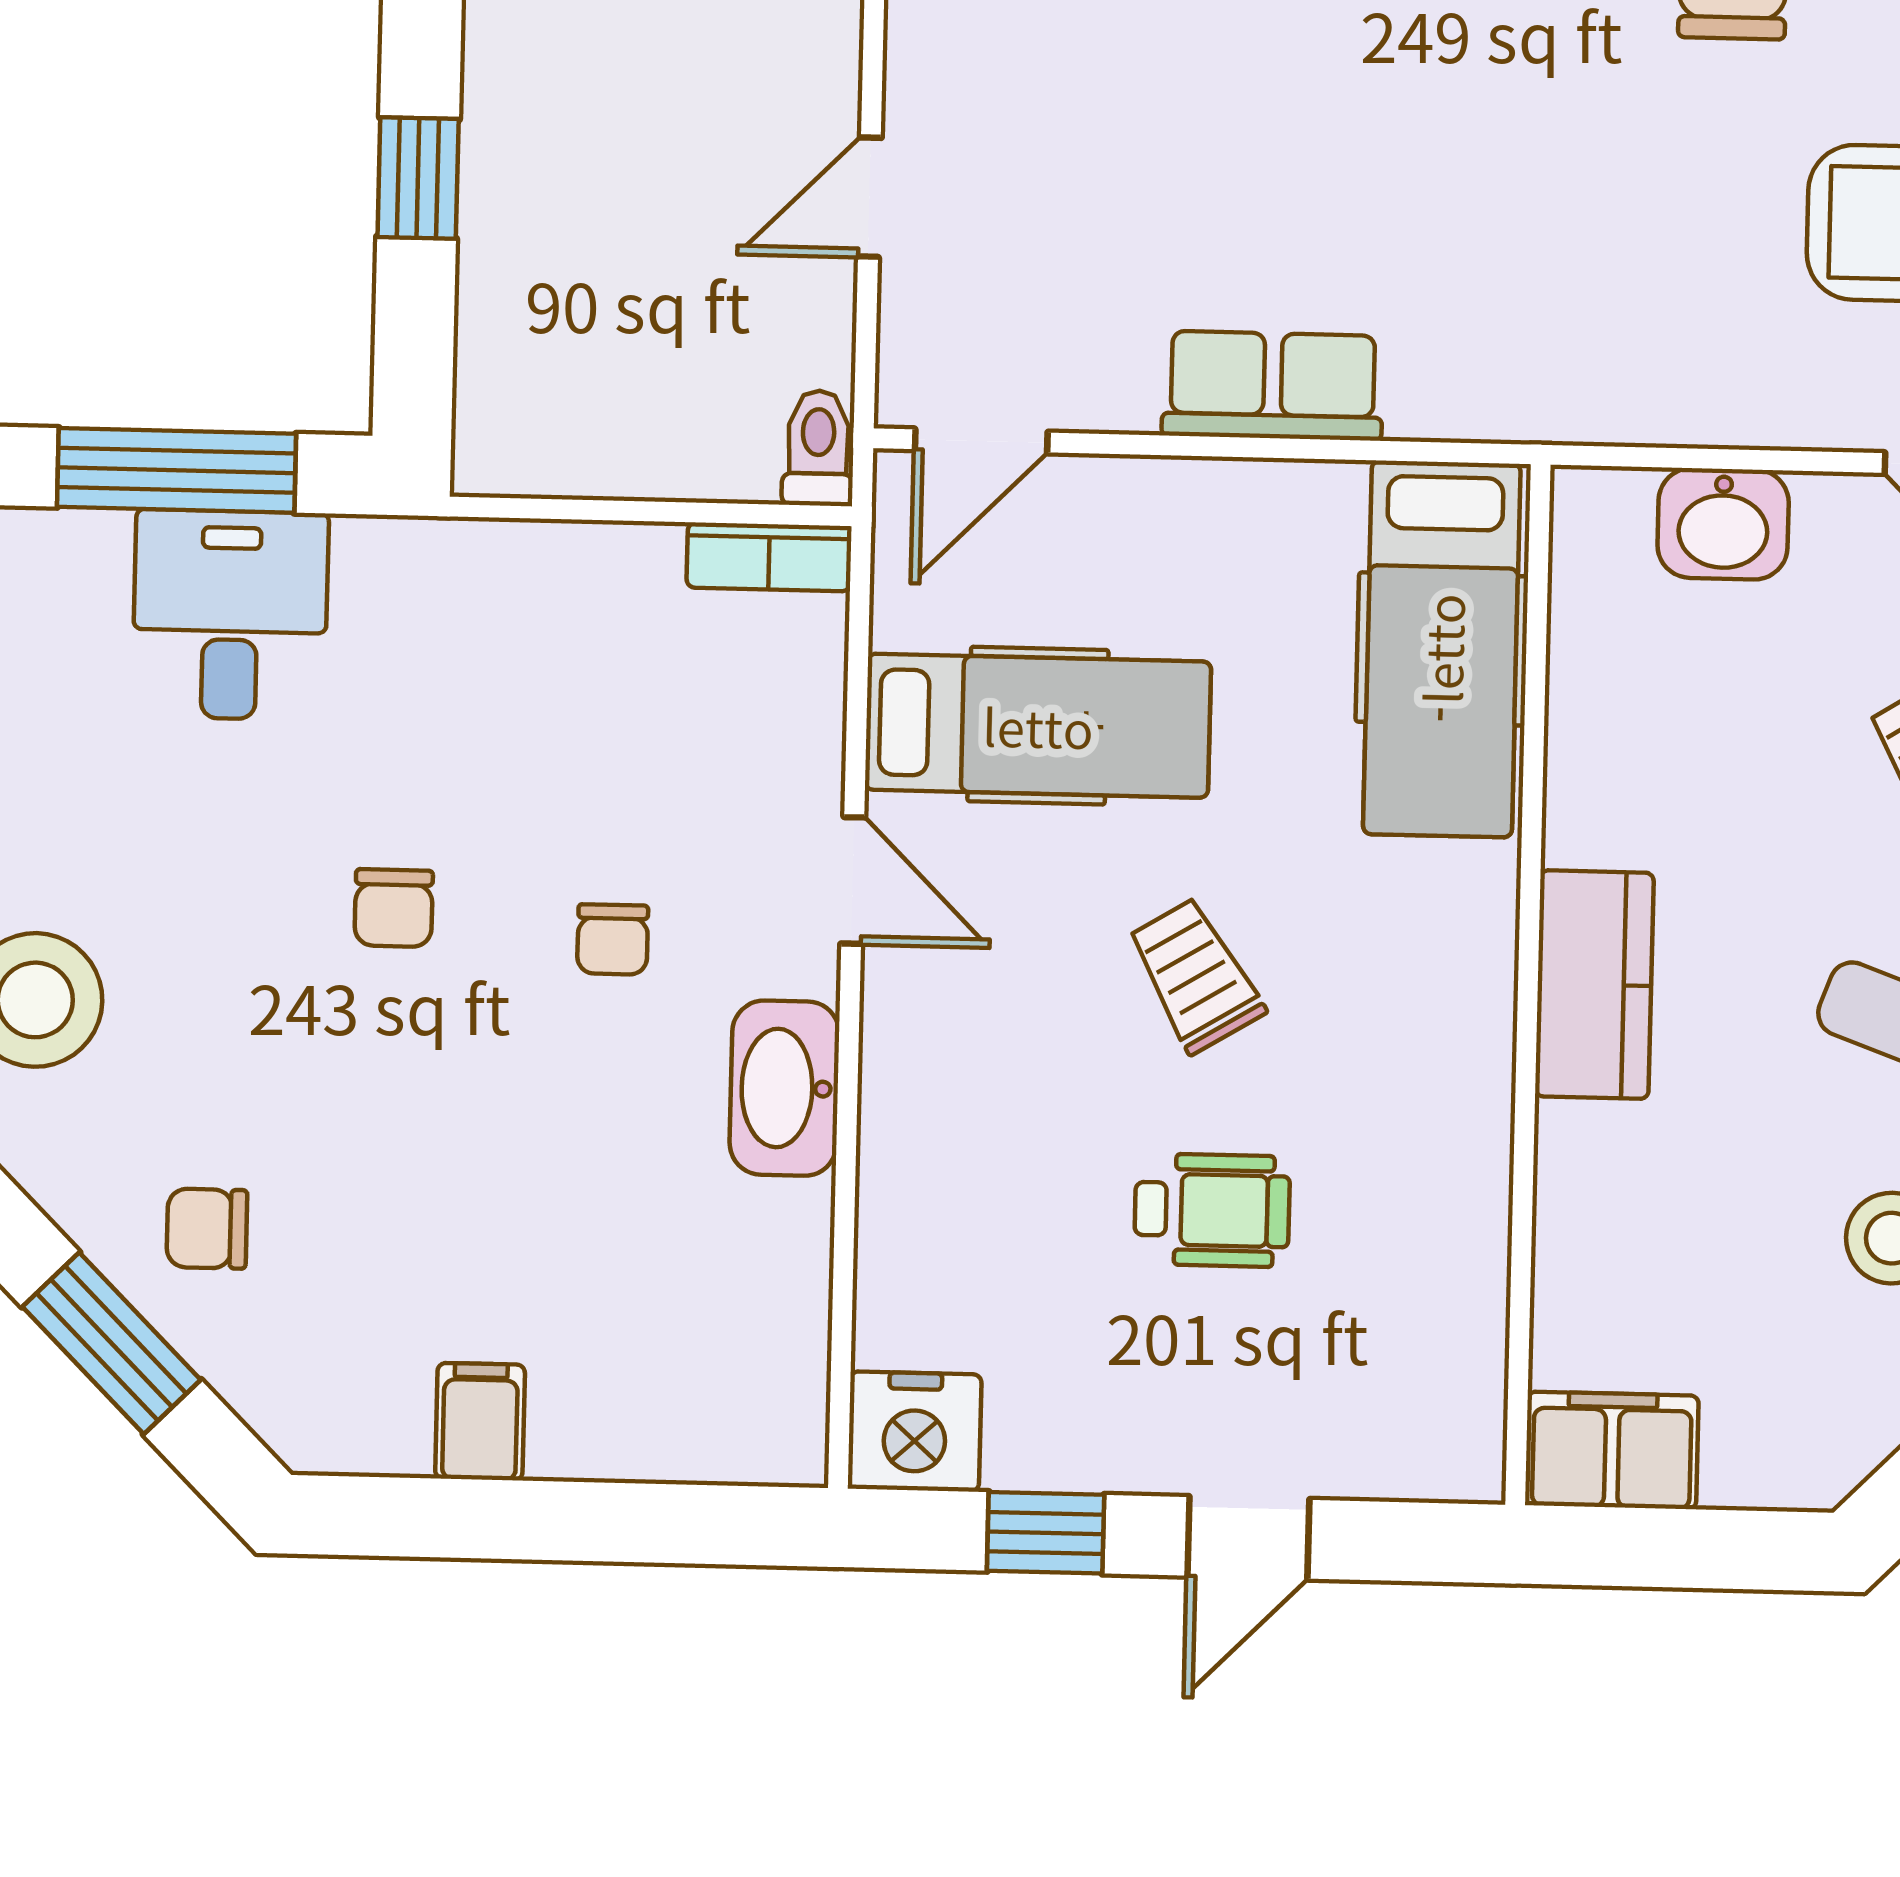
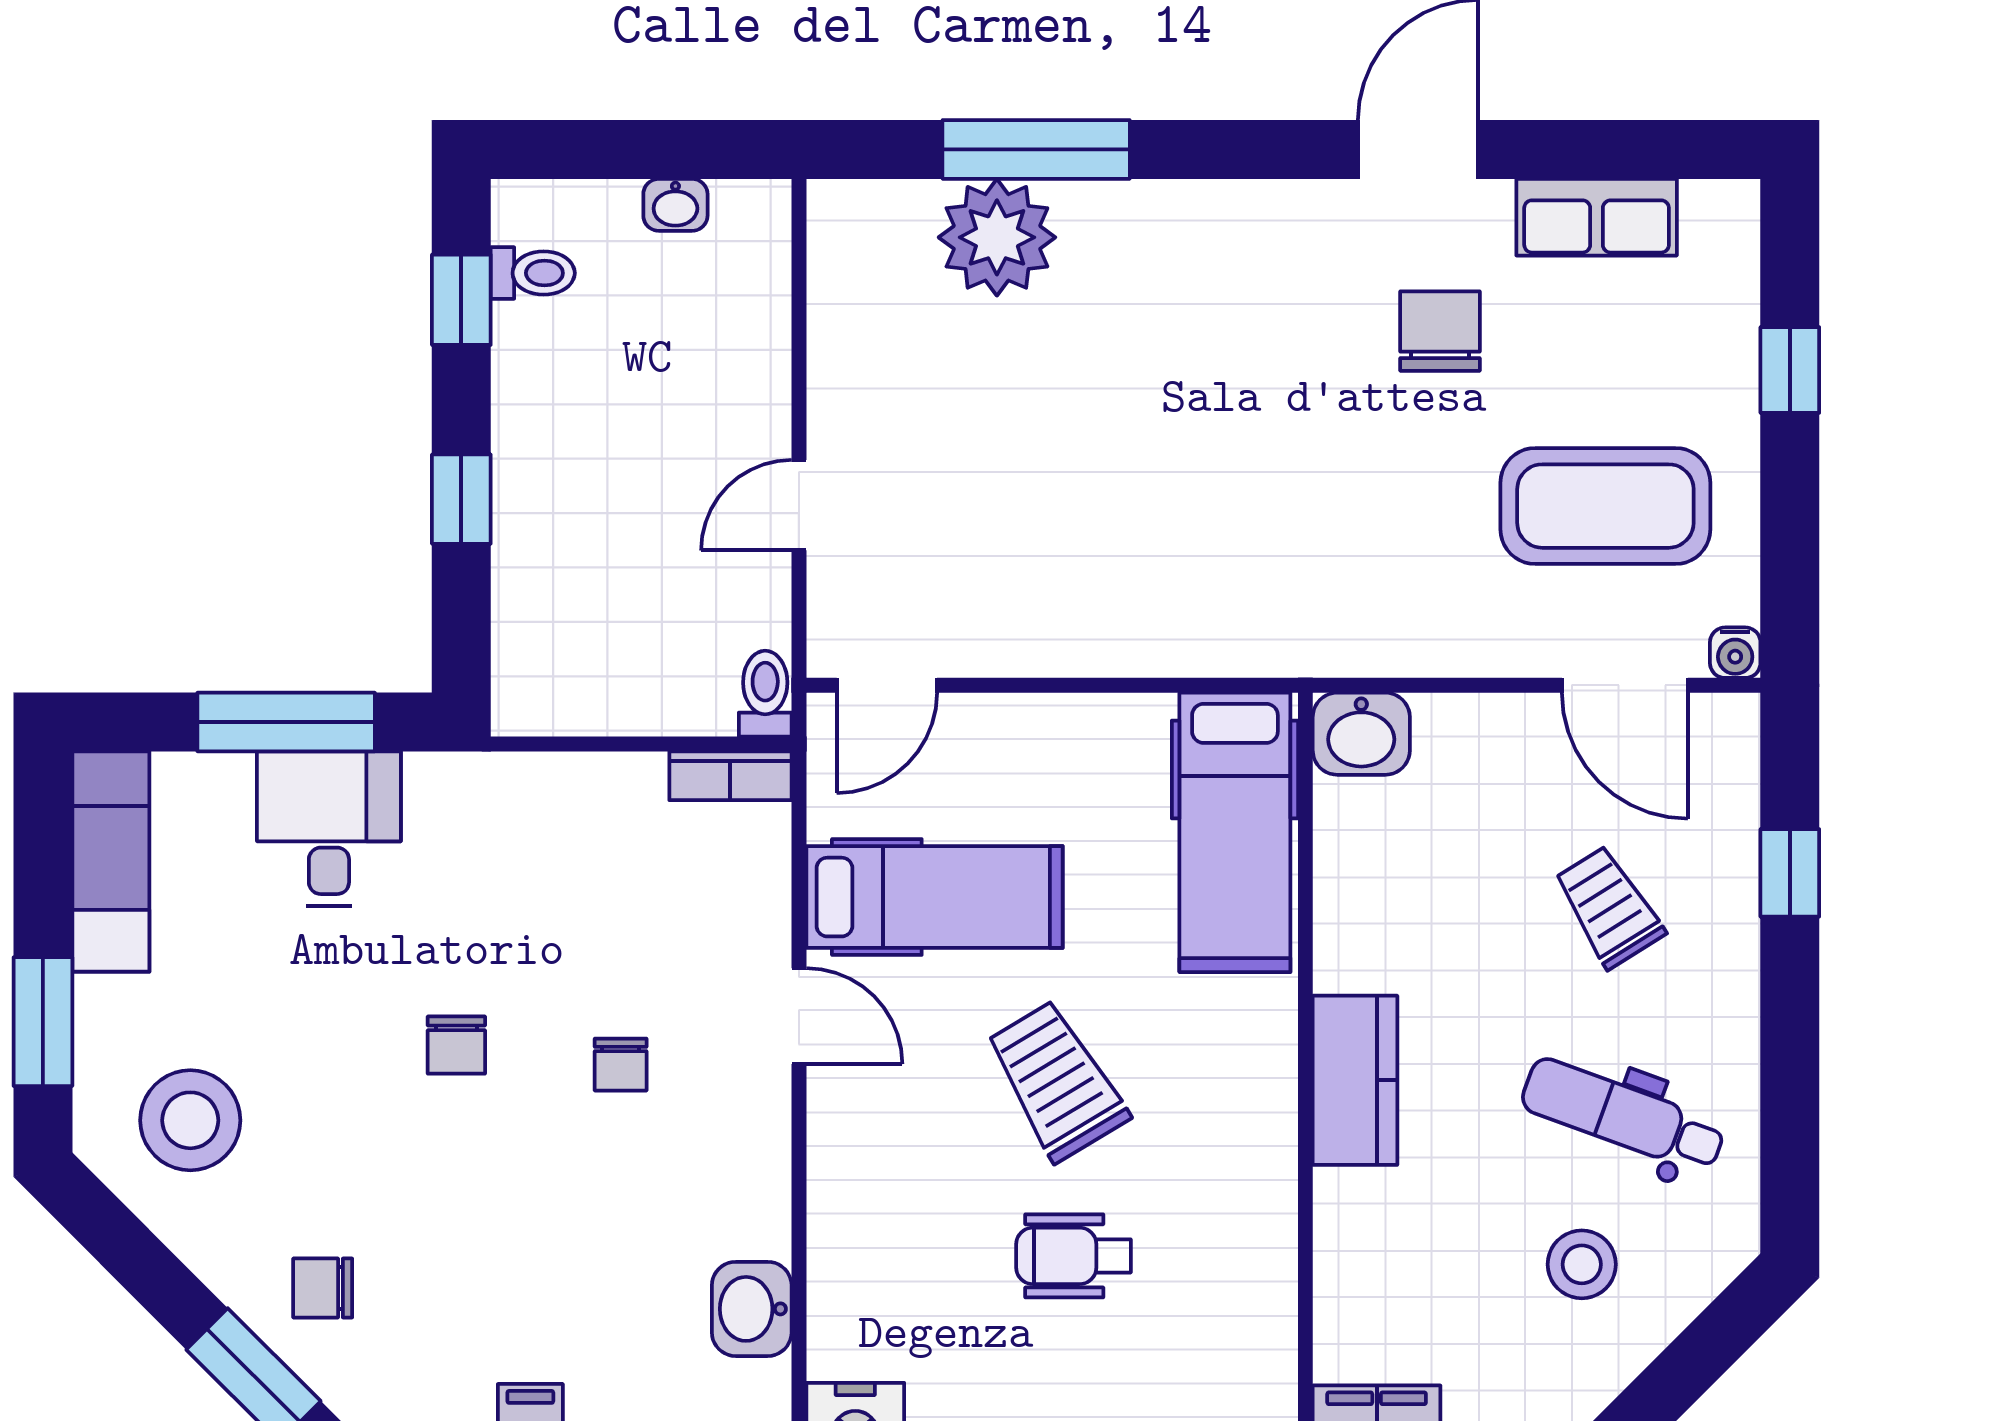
row of seats: (1273, 386) -> (1104, 639), removed
washbasin: (1723, 524) -> (1361, 734), moved
trolley: (1196, 975) -> (1057, 1081), width x1.36, depth x1.39
washbasin: (784, 1088) -> (752, 1309), moved, width x0.72
wheelchair: (1212, 1210) -> (1073, 1256), turned 180

